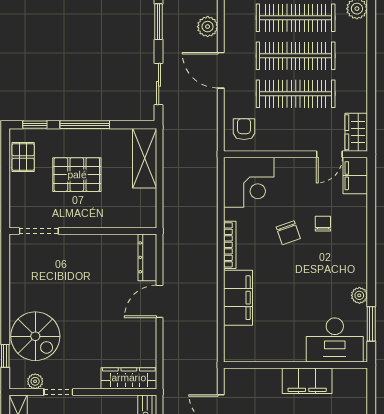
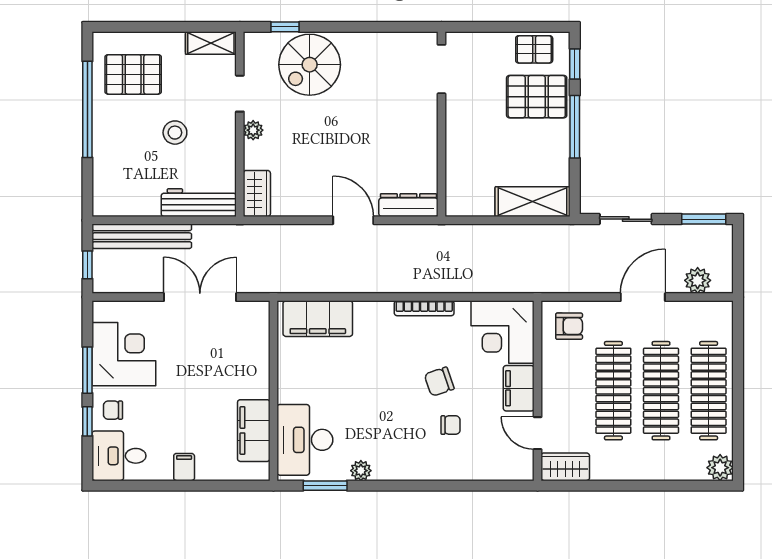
pallet: (77, 175) -> (537, 97), moved, turned 90
filing cabinet: (355, 176) -> (519, 388), moved, turned -90
filing cabinet: (238, 298) -> (318, 319), moved
wardrobe: (129, 378) -> (257, 193), width x0.67
plant: (35, 381) -> (253, 130), moved
filing cabinet: (307, 381) -> (254, 431), moved

